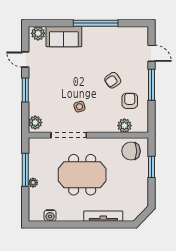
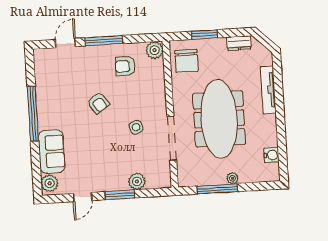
armchair: (113, 80) -> (98, 103), moved
plant: (35, 123) -> (137, 181), moved
plant: (124, 126) -> (155, 50), moved
meeting table: (82, 175) -> (219, 119), width x1.36
dresser: (143, 195) -> (239, 43), added

